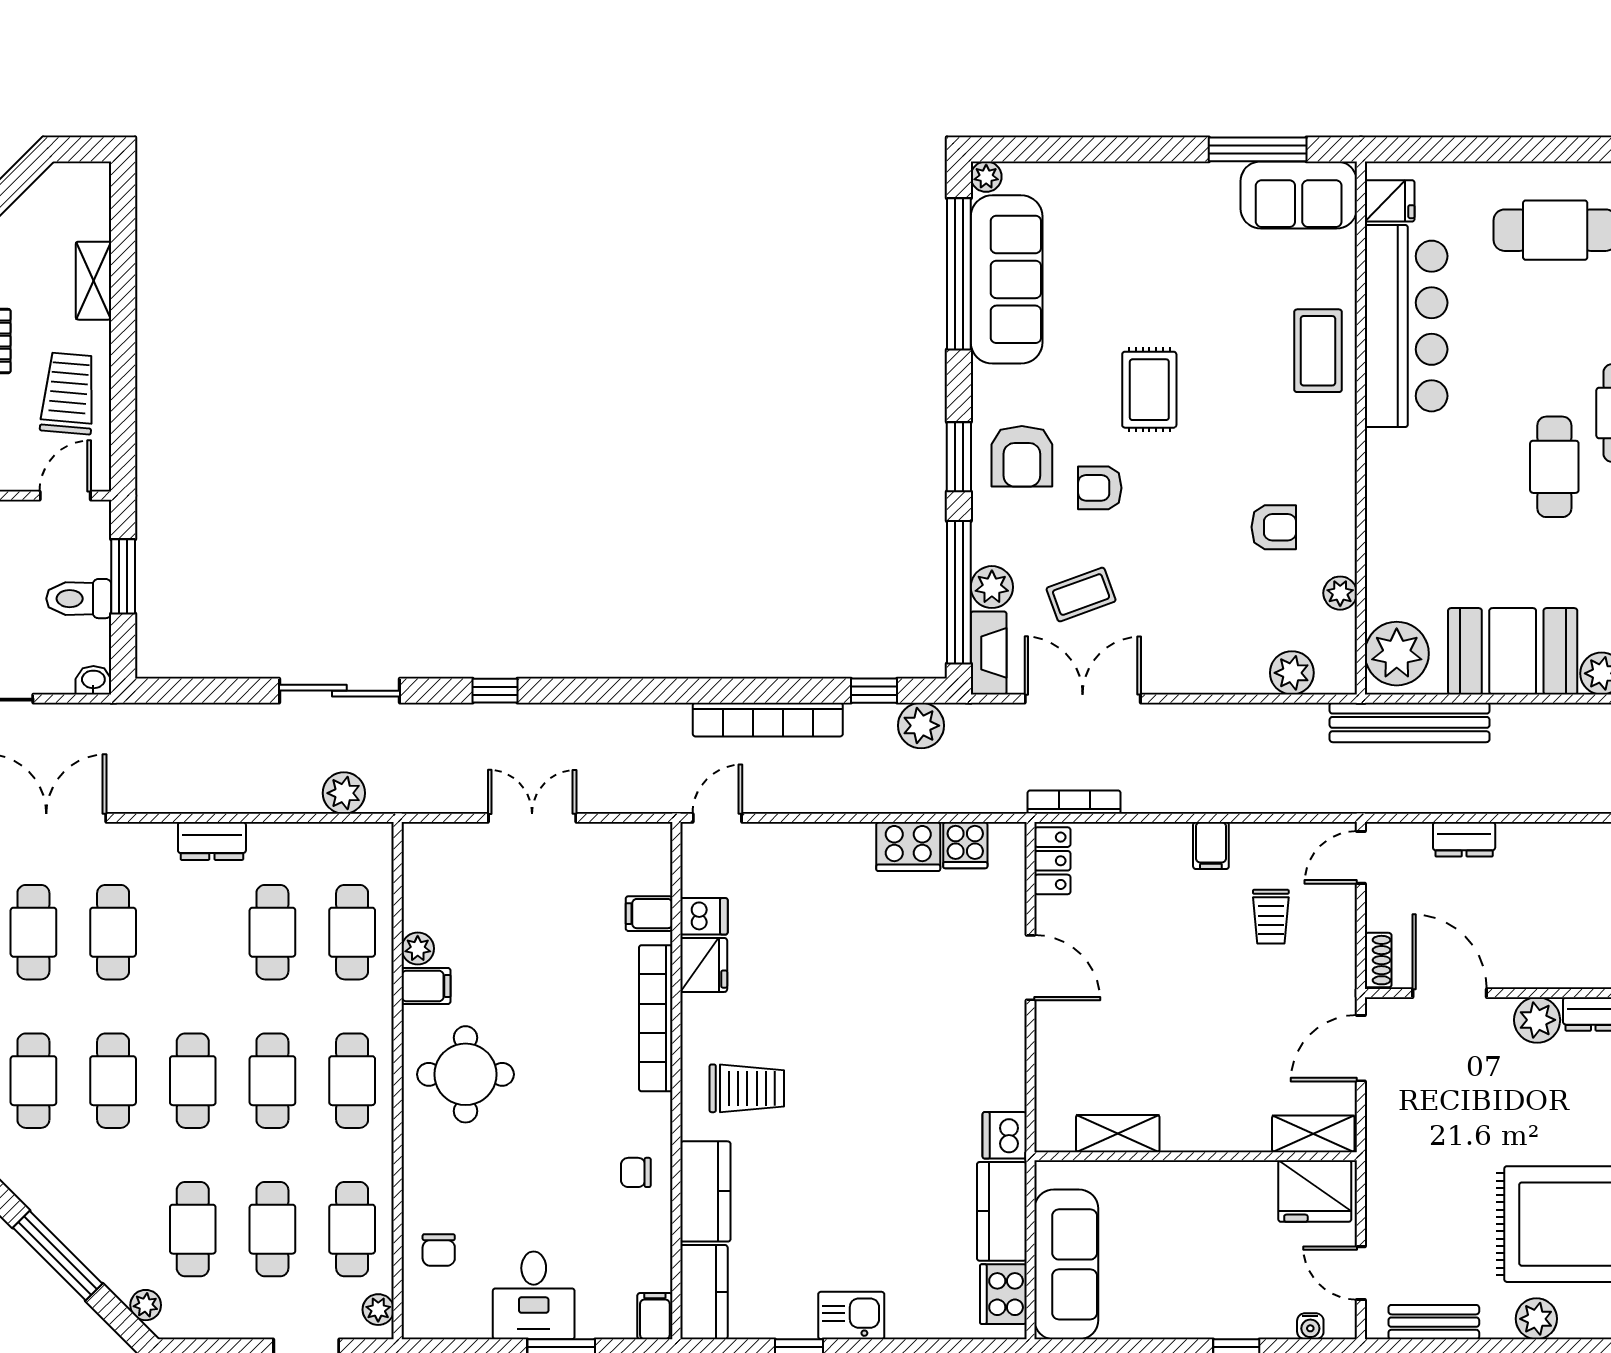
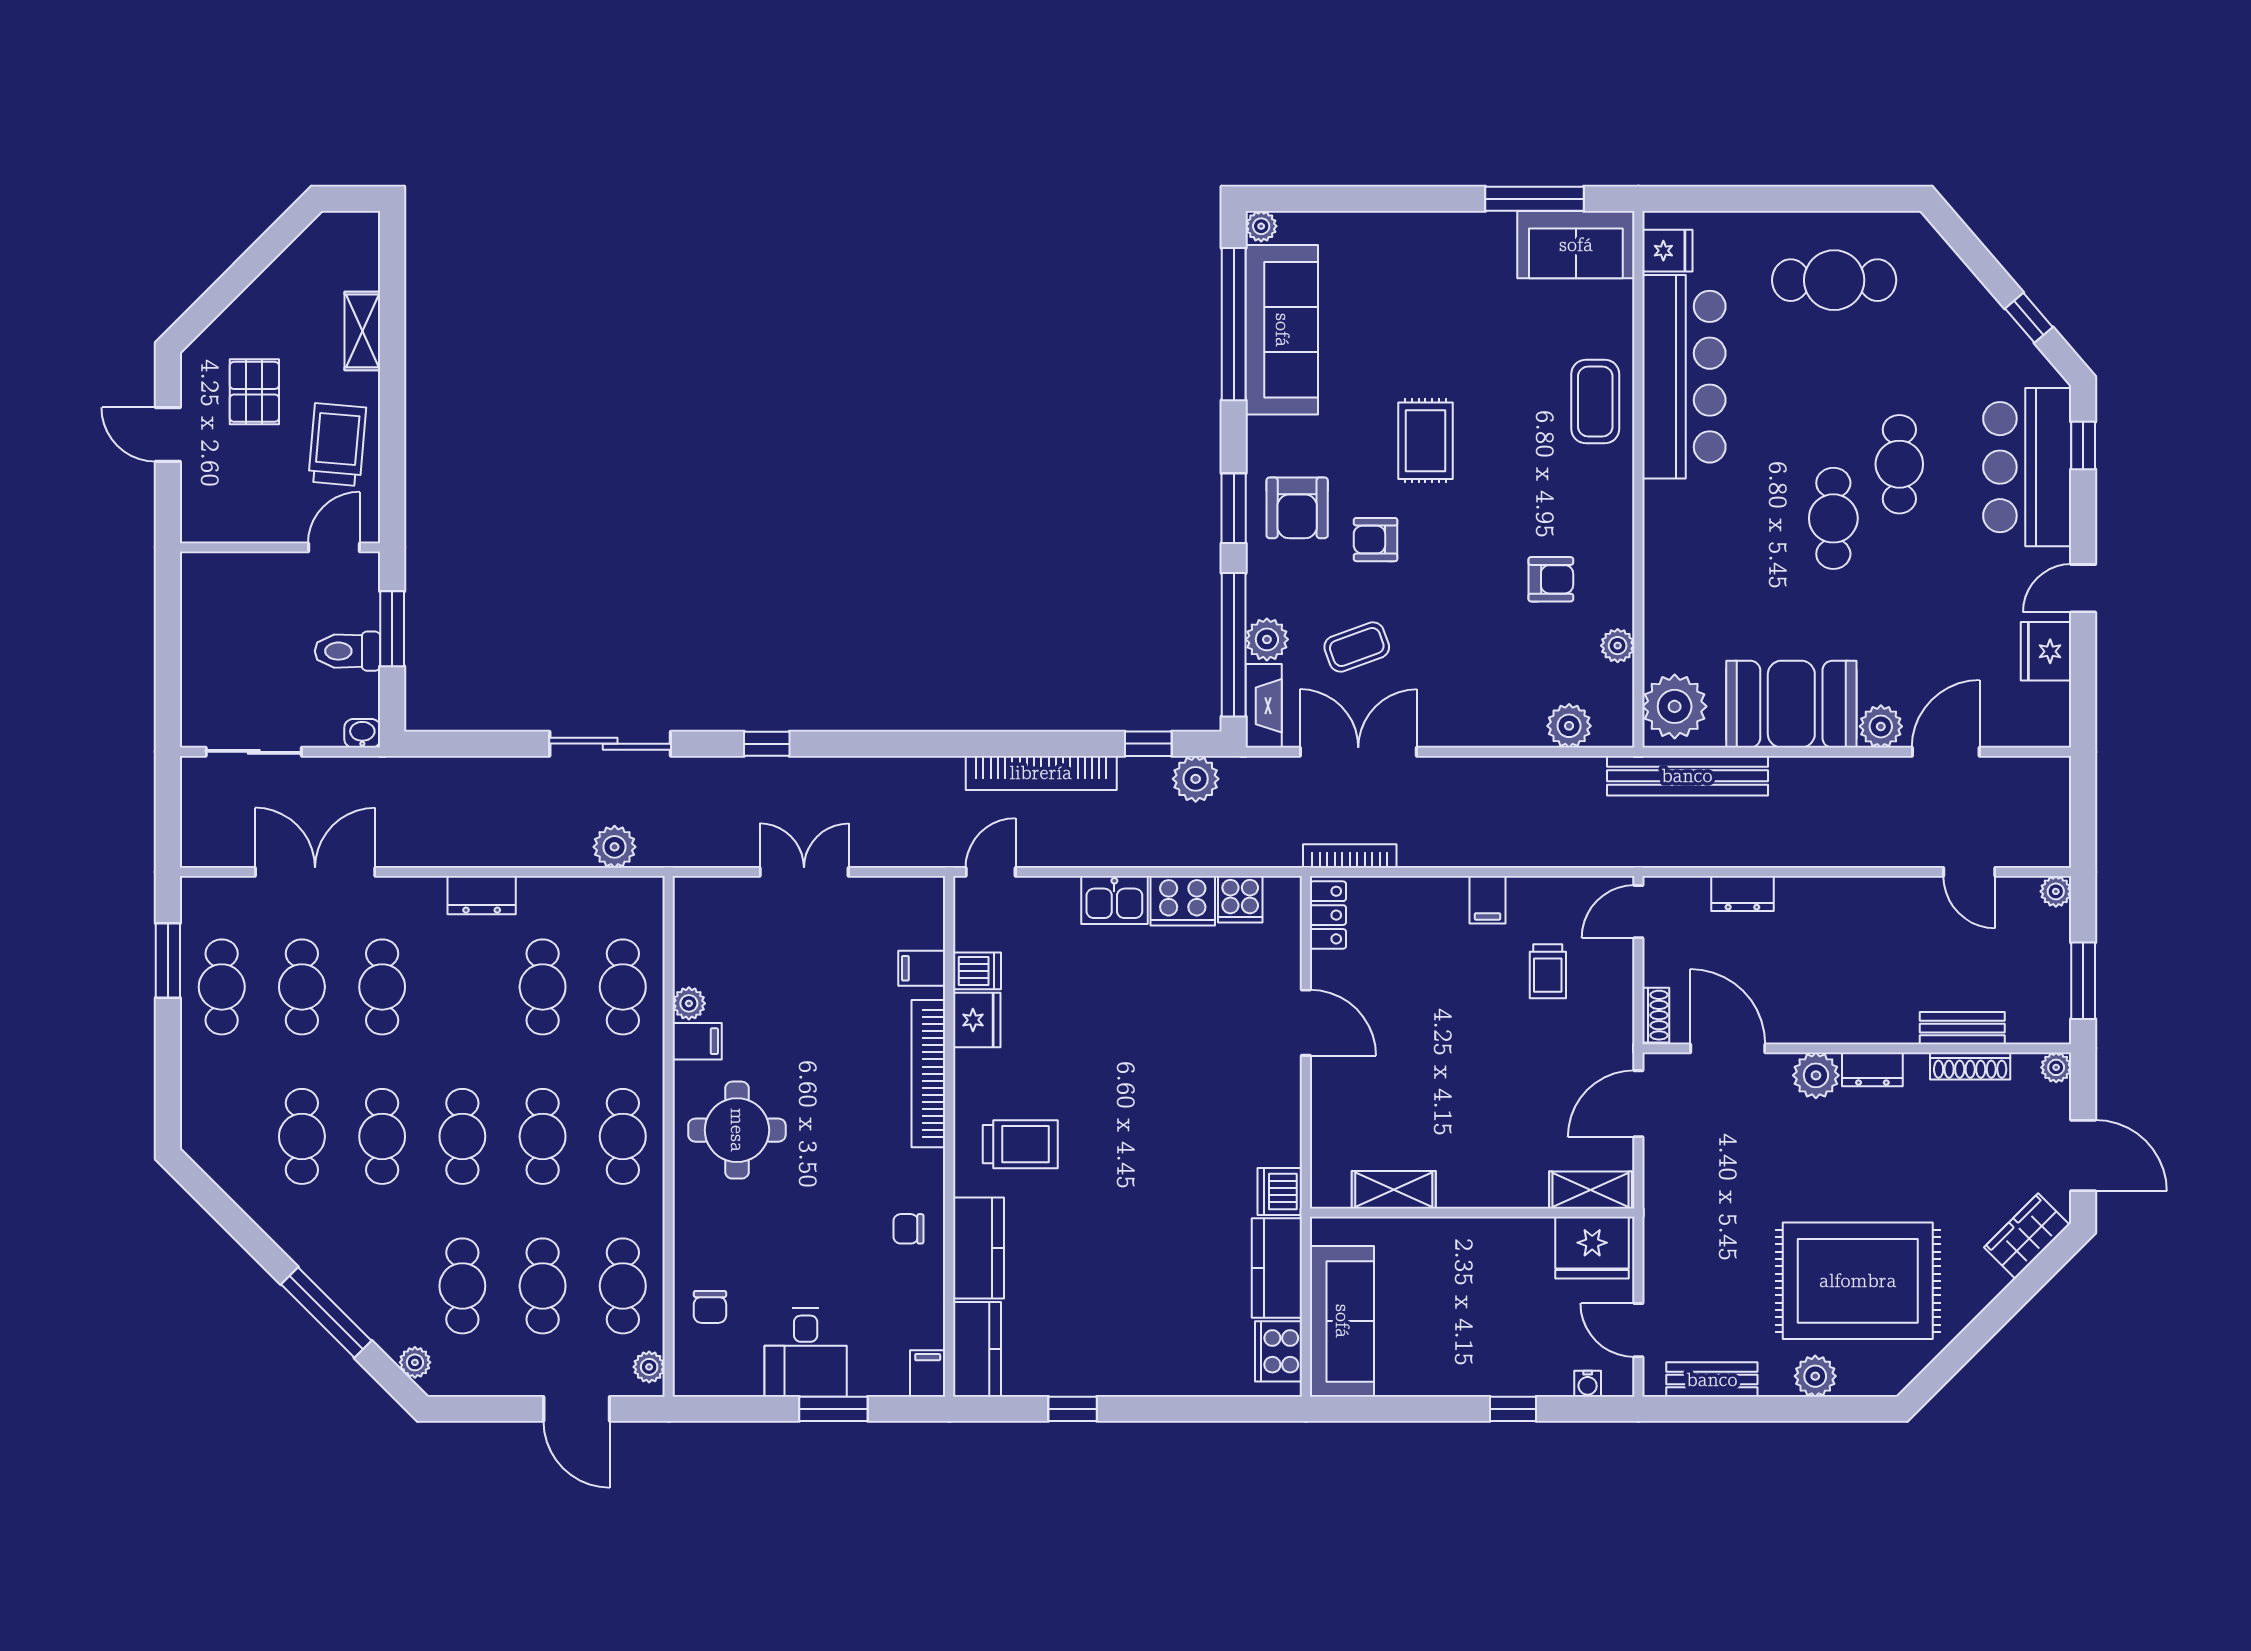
kitchen sink: (851, 1315) -> (1114, 900), moved, turned 180

